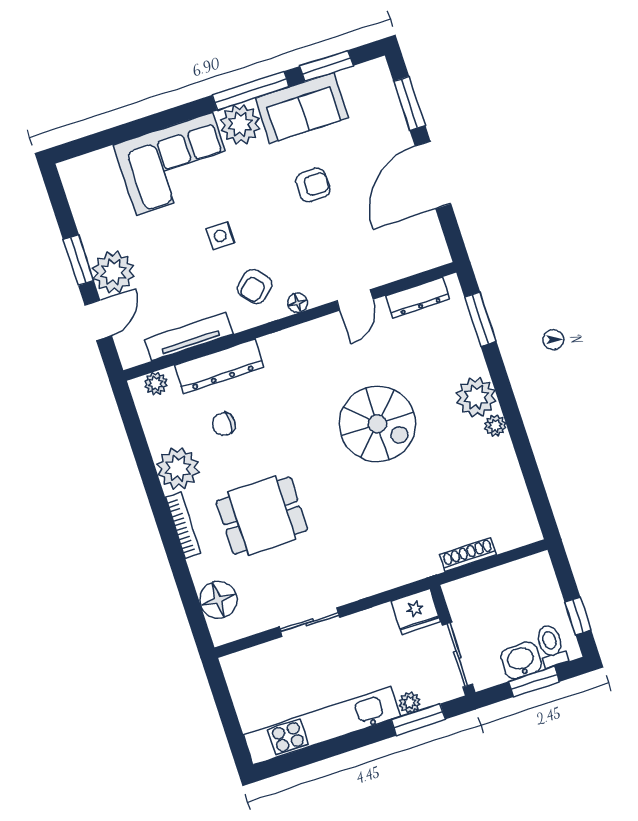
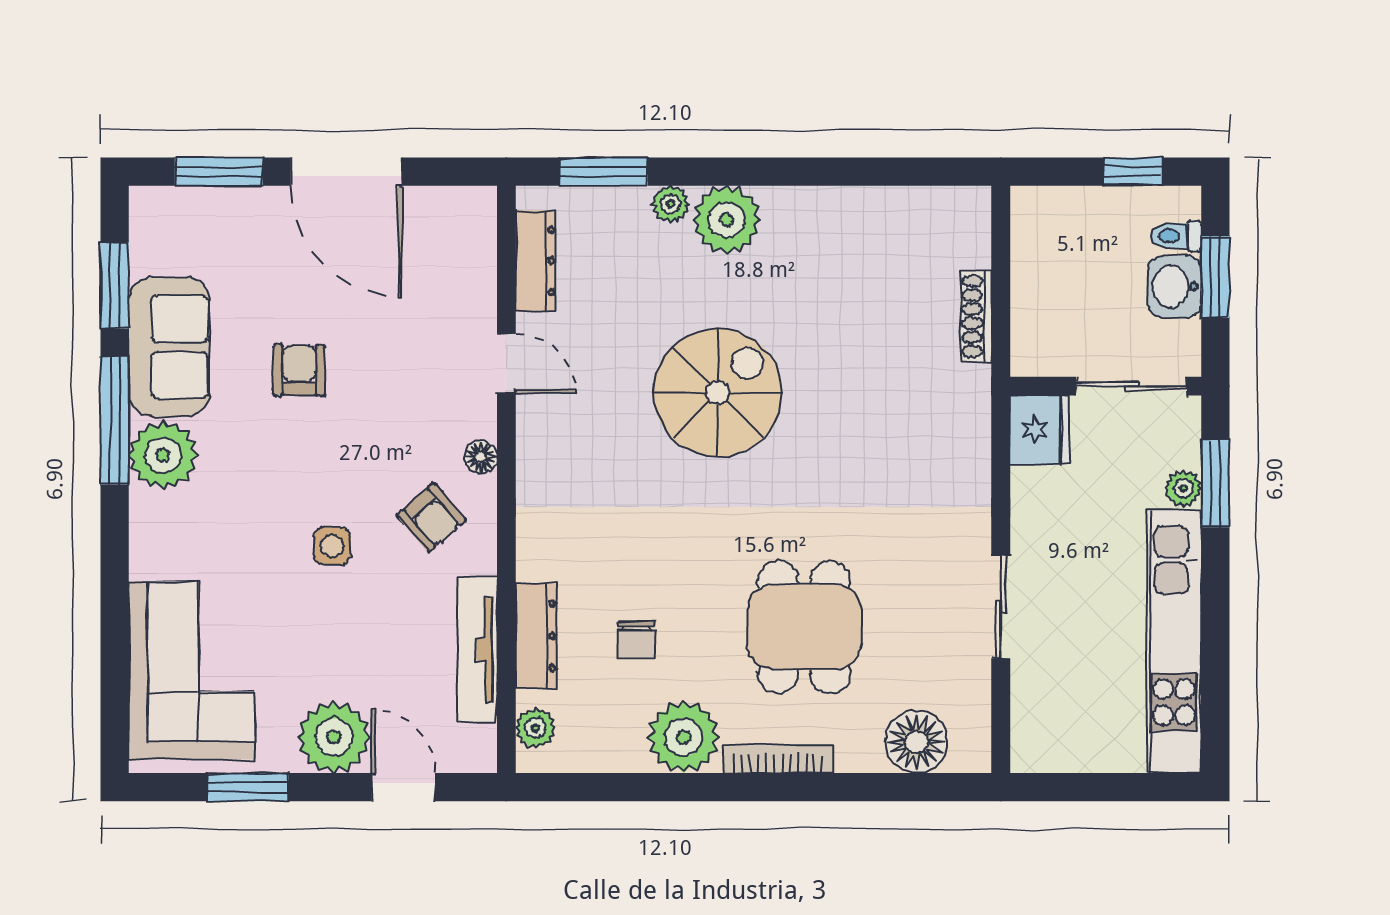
corner sofa: (174, 164) -> (192, 670), moved
window: (78, 260) -> (248, 787), moved
dresser: (219, 366) -> (536, 636), width x0.73, depth x0.80
plant: (495, 426) -> (670, 204), moved
toilet: (551, 646) -> (1176, 236), width x0.73, depth x0.72

